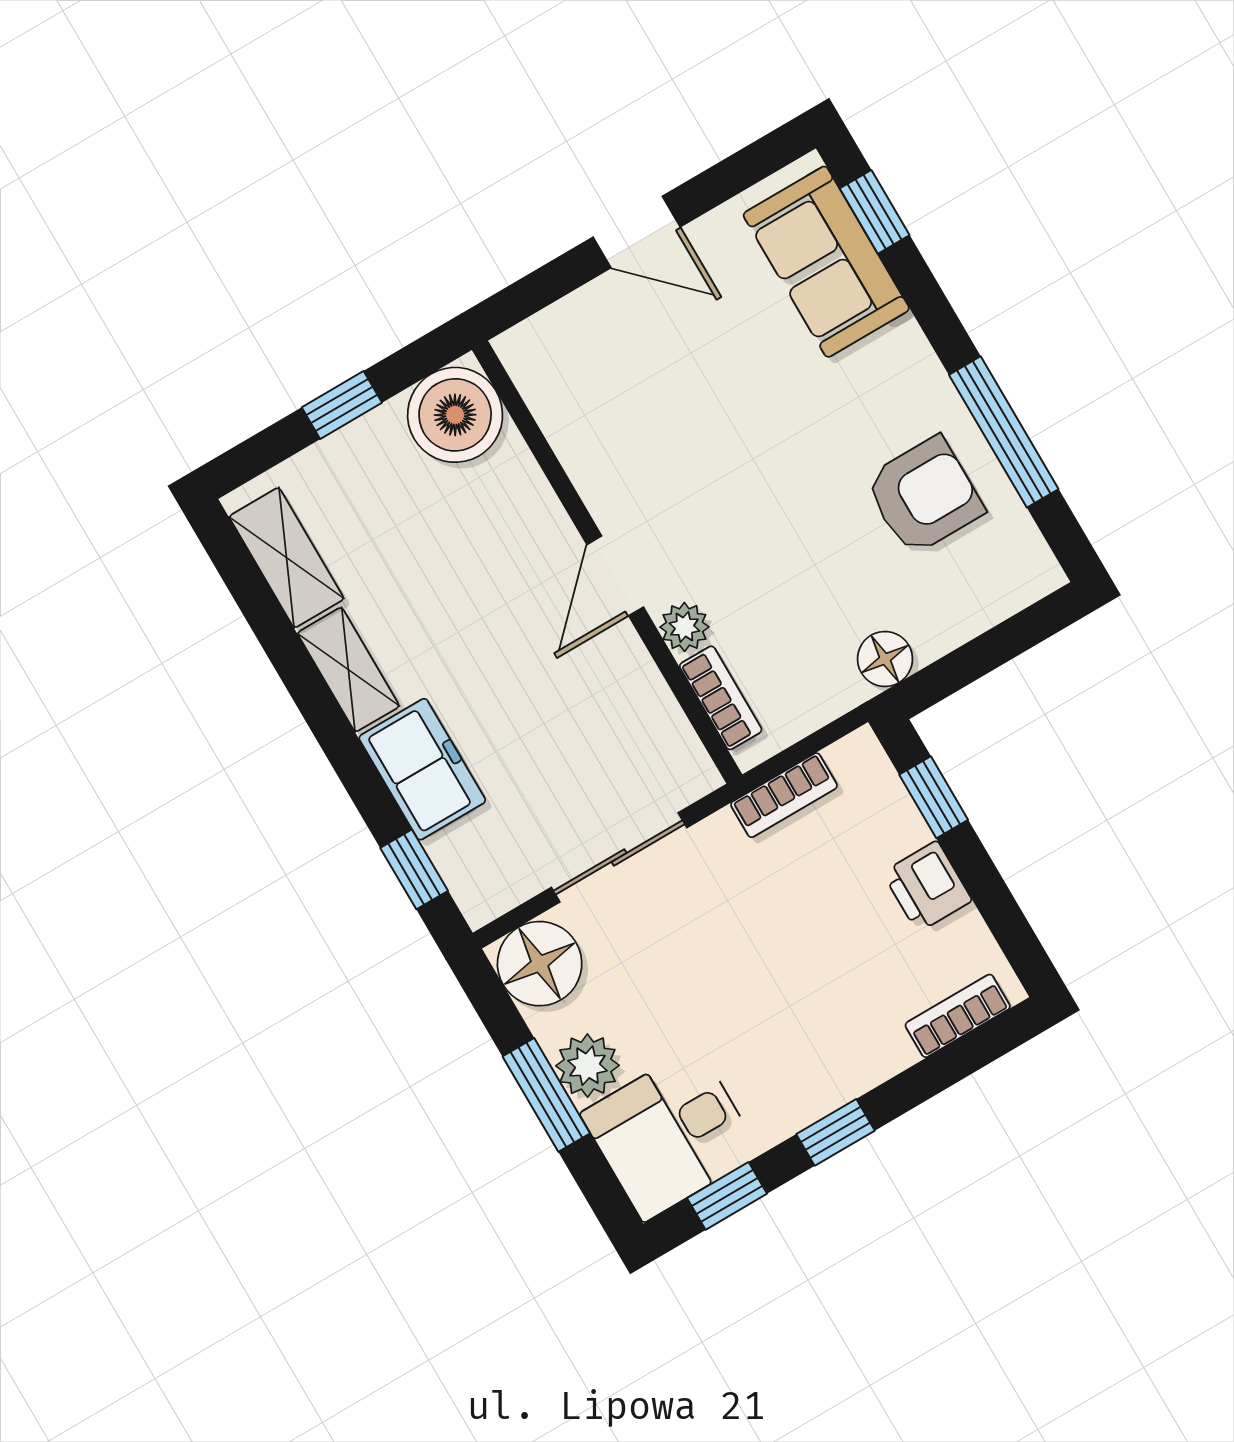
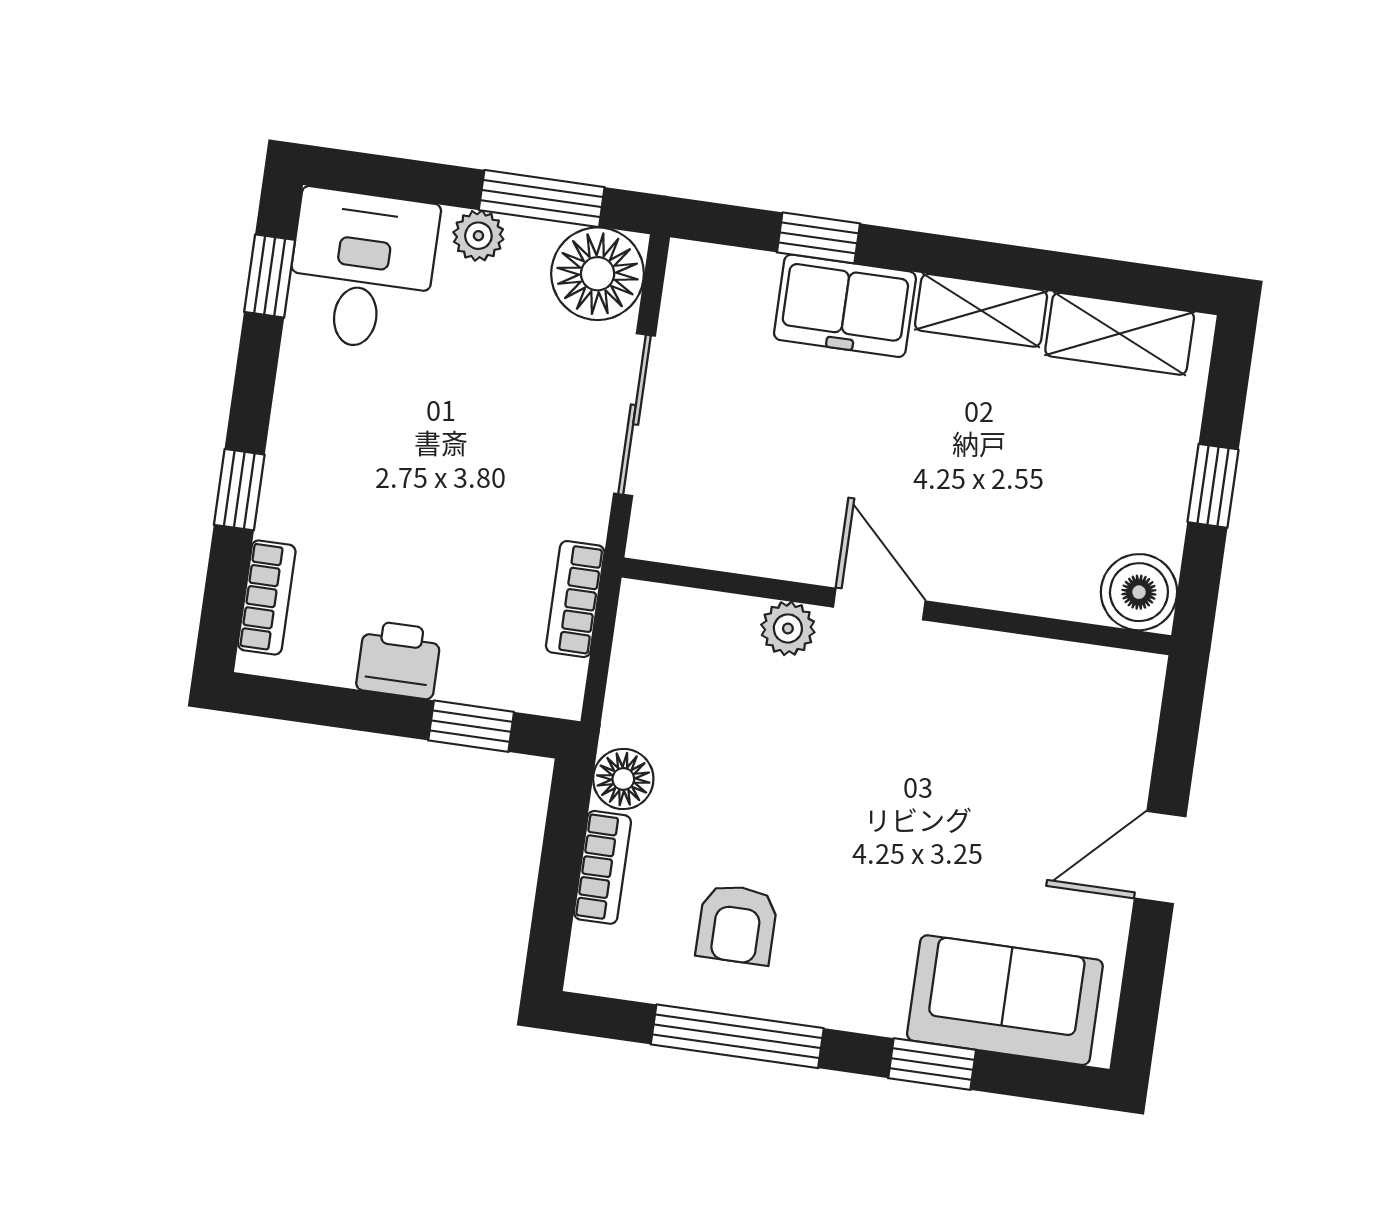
window: (875, 212) -> (932, 1064), moved
boiler: (455, 415) -> (1139, 592), width x0.73, depth x0.73
armchair: (924, 496) -> (737, 924), width x0.72, depth x0.72
bookcase: (721, 698) -> (602, 867), moved, turned -90
window: (414, 869) -> (818, 238), moved
plant: (587, 1066) -> (478, 236), width x0.73, depth x0.73
window: (546, 1095) -> (542, 199), moved
window: (835, 1132) -> (239, 490), moved

